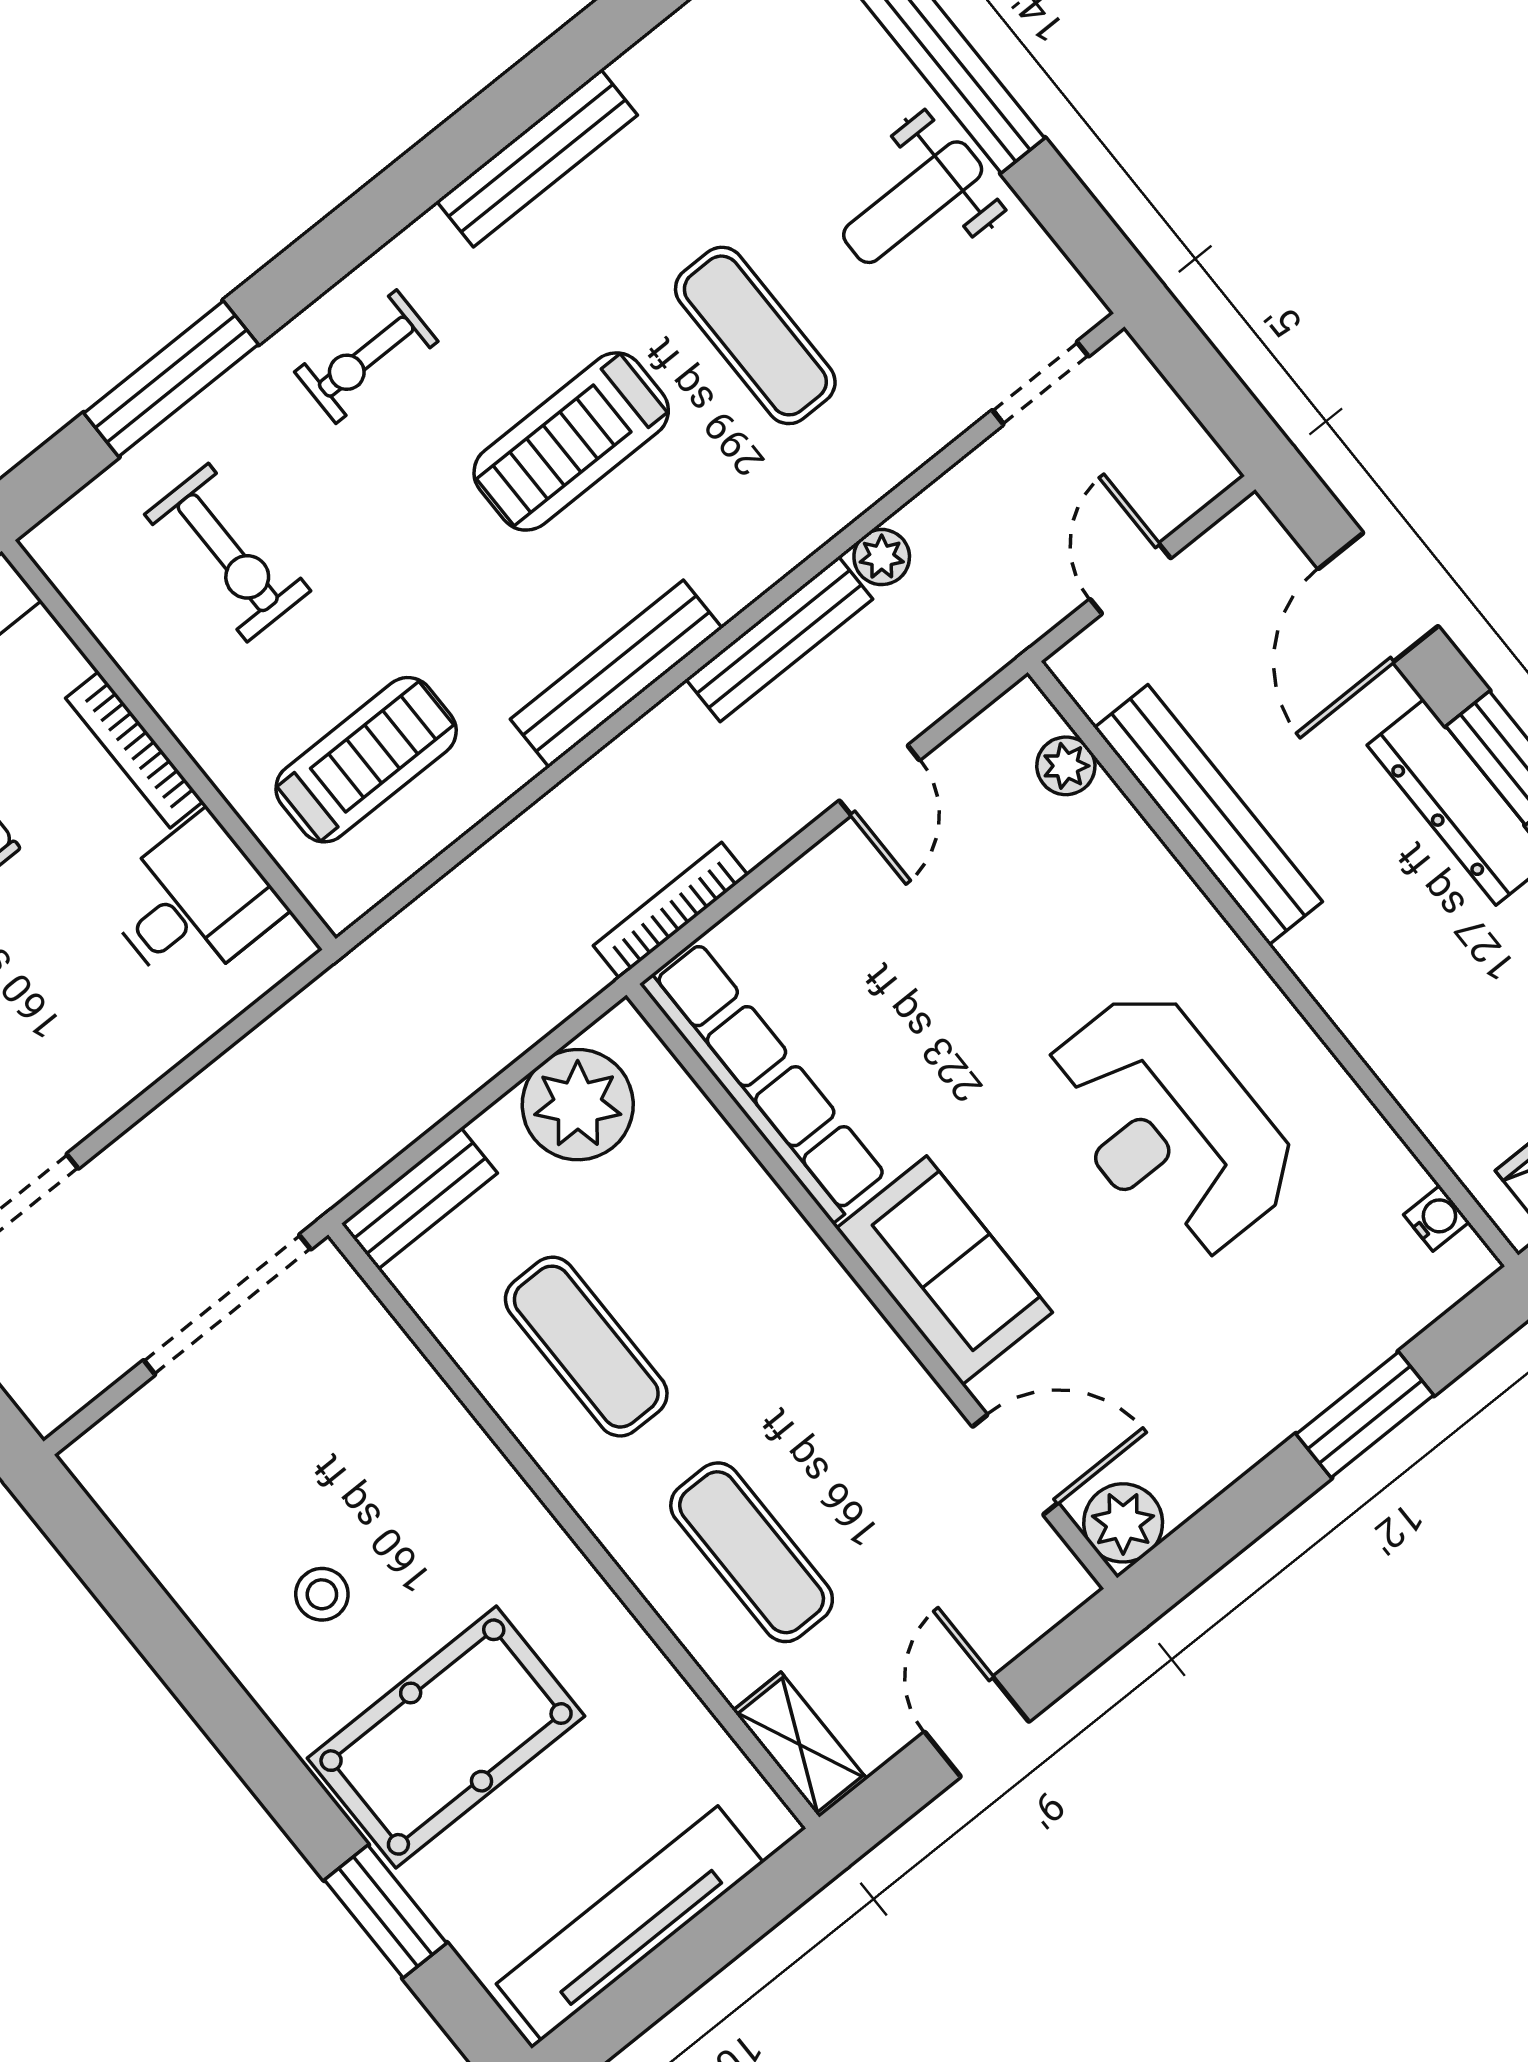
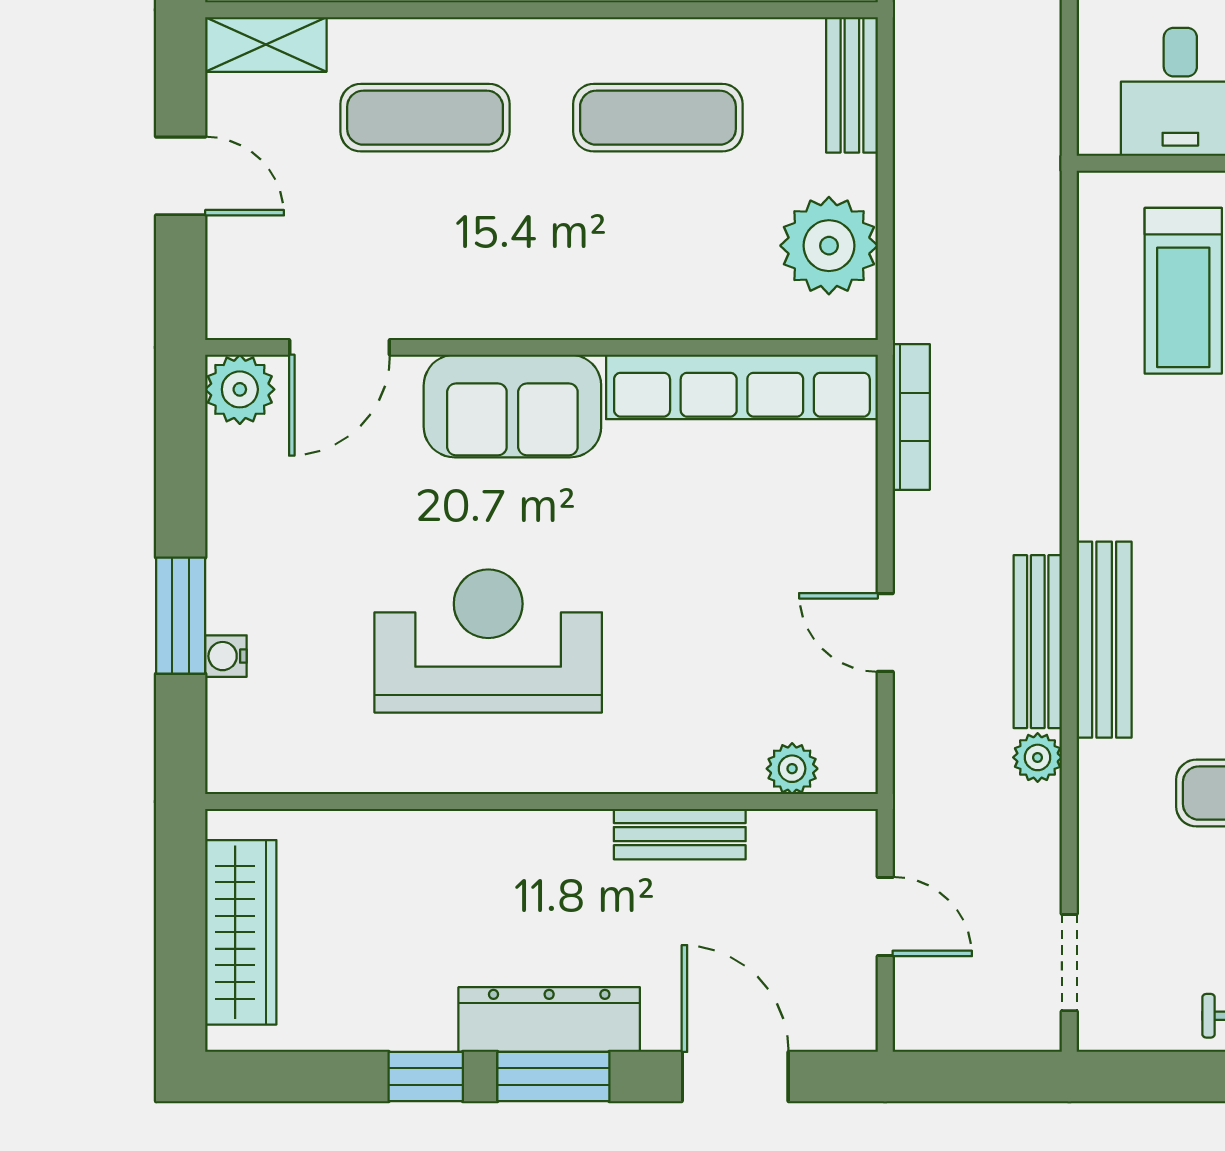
bench: (616, 674) -> (1104, 640), moved
bench: (1208, 815) -> (680, 834), width x0.54, depth x0.82
water cooler: (1436, 1218) -> (226, 656), moved, turned 90

